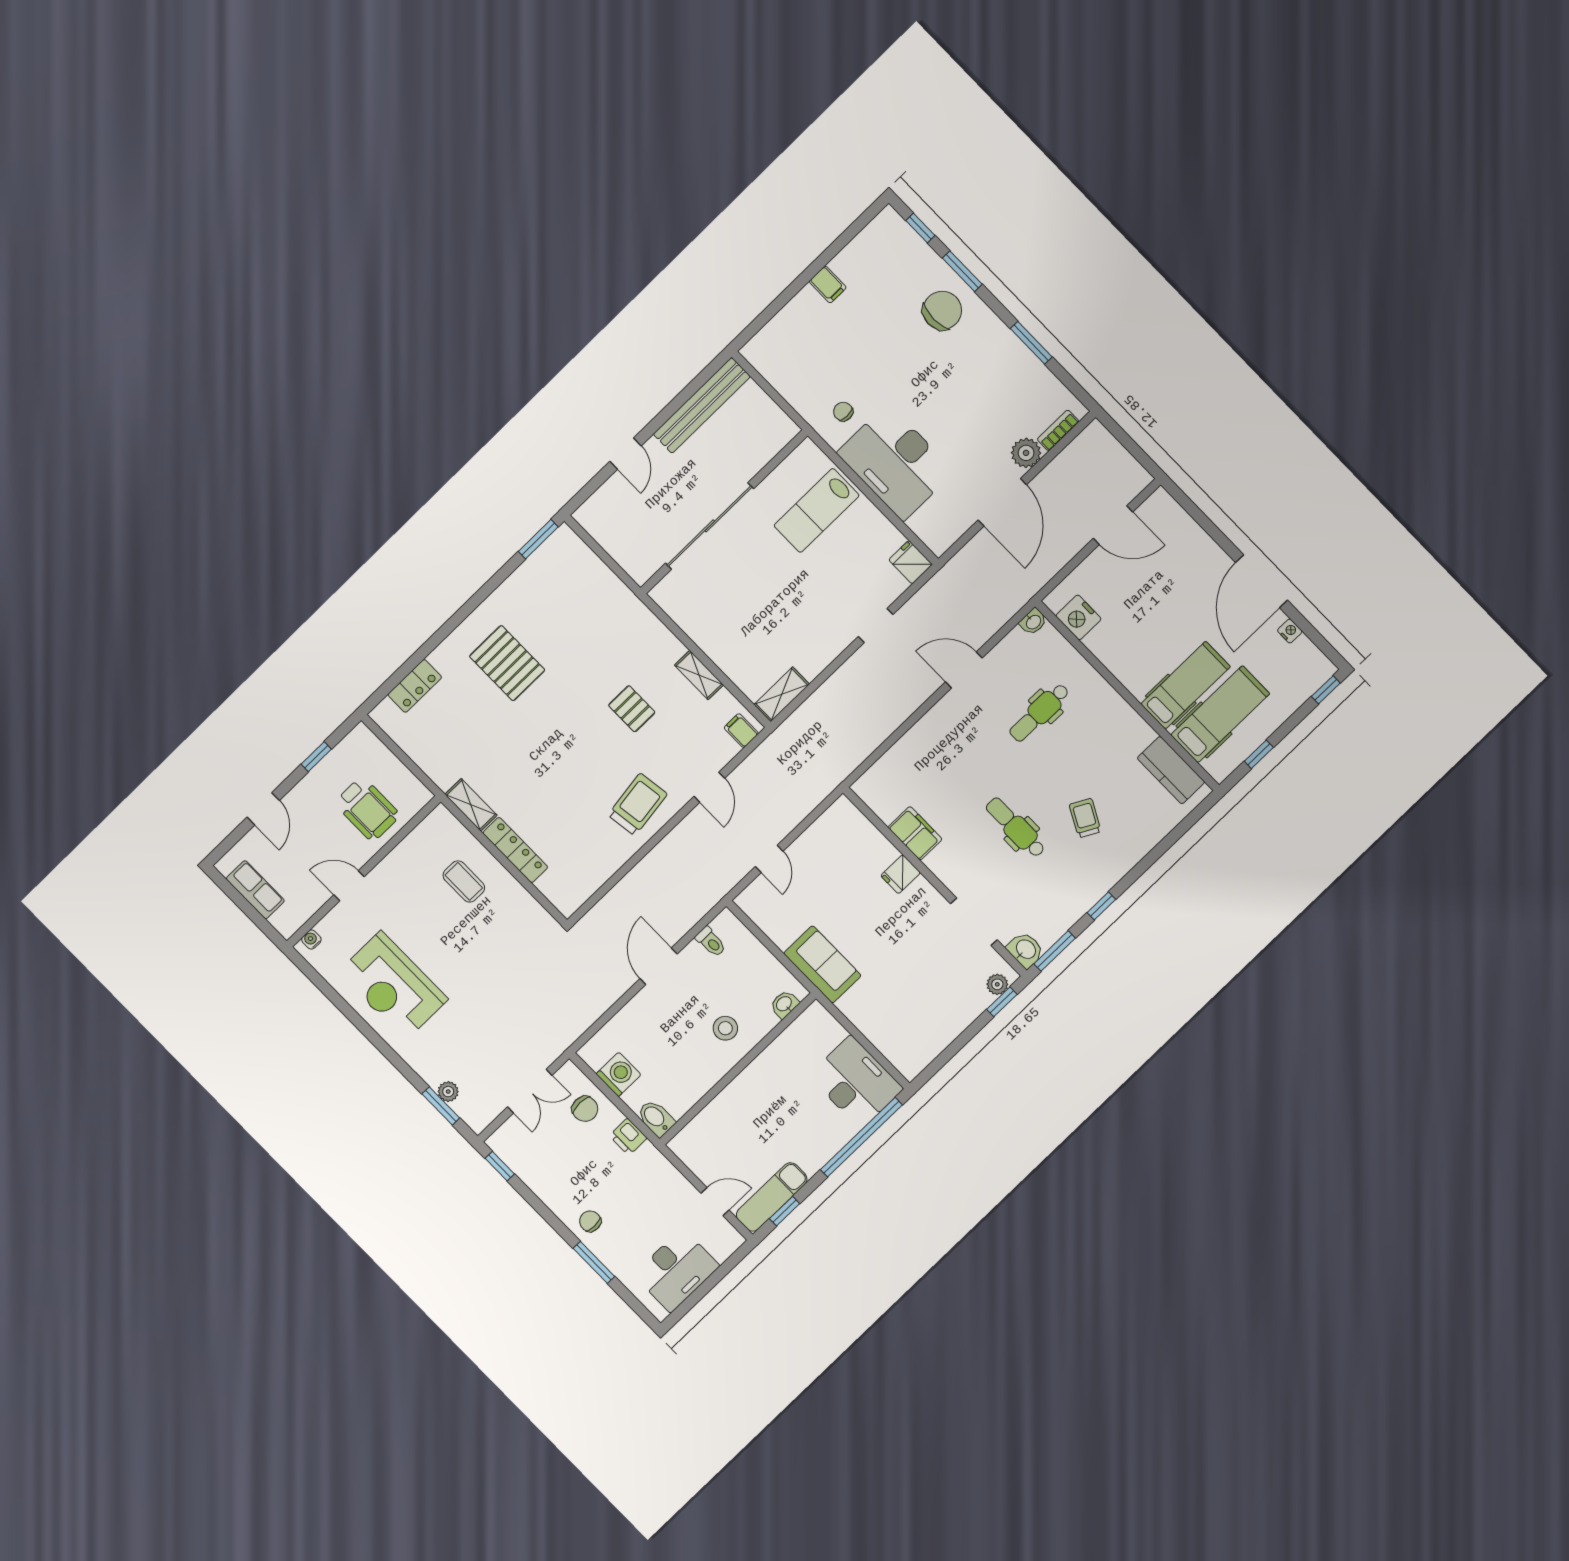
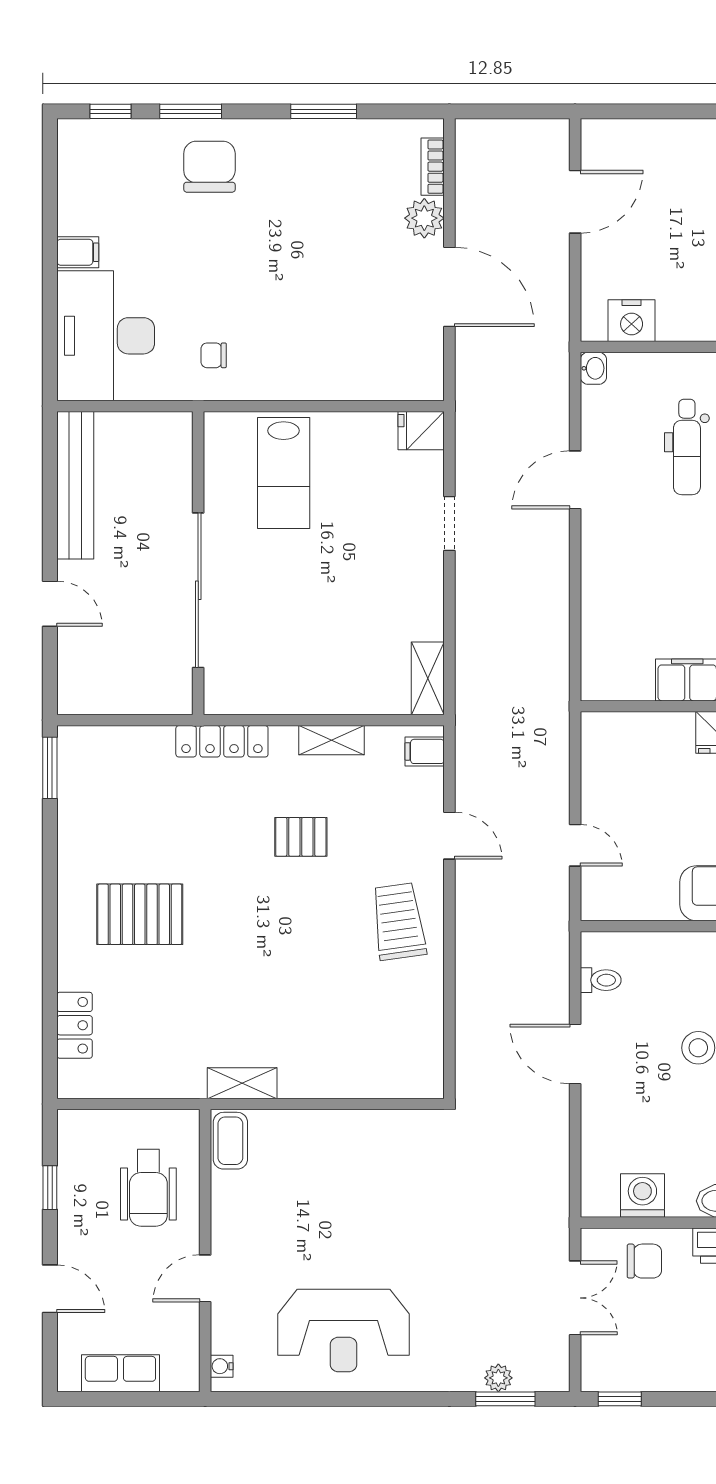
desk: (895, 462) -> (106, 336), moved, turned 90
wheelchair: (367, 809) -> (148, 1188), turned 90
locker: (515, 850) -> (222, 741), moved, turned 180
coffee table: (464, 881) -> (230, 1141), moved, turned 90

